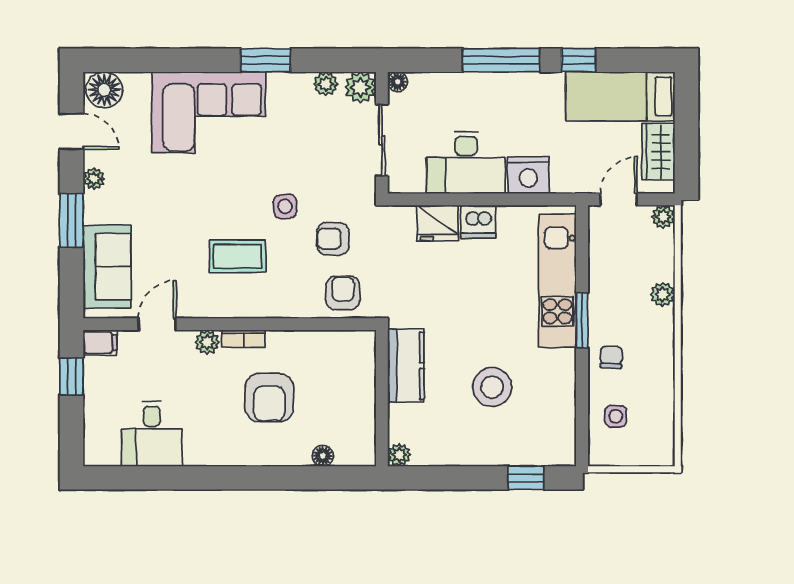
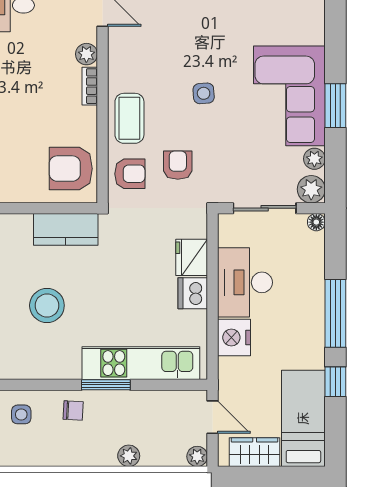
corner sofa: (208, 112) -> (289, 96), moved
side table: (285, 206) -> (204, 93), moved
coffee table: (238, 256) -> (129, 118), moved
armchair: (269, 398) -> (71, 169), moved

